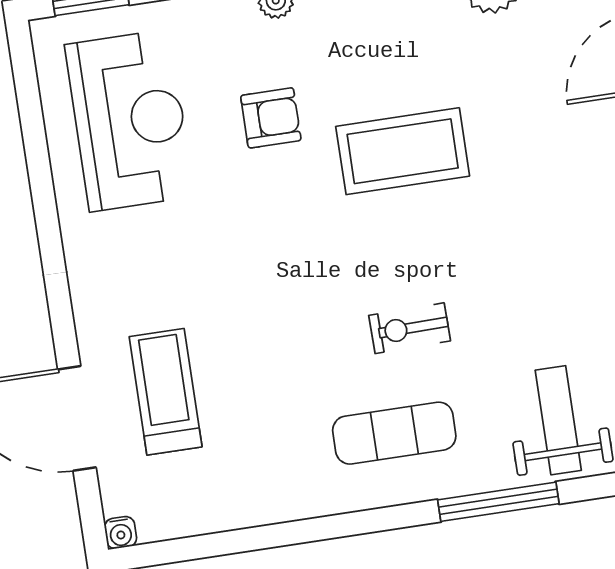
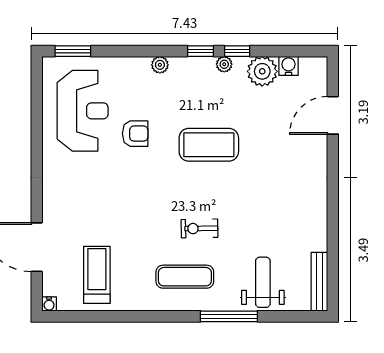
armchair: (271, 118) -> (135, 134), moved
treadmill: (166, 392) -> (97, 275), moved

